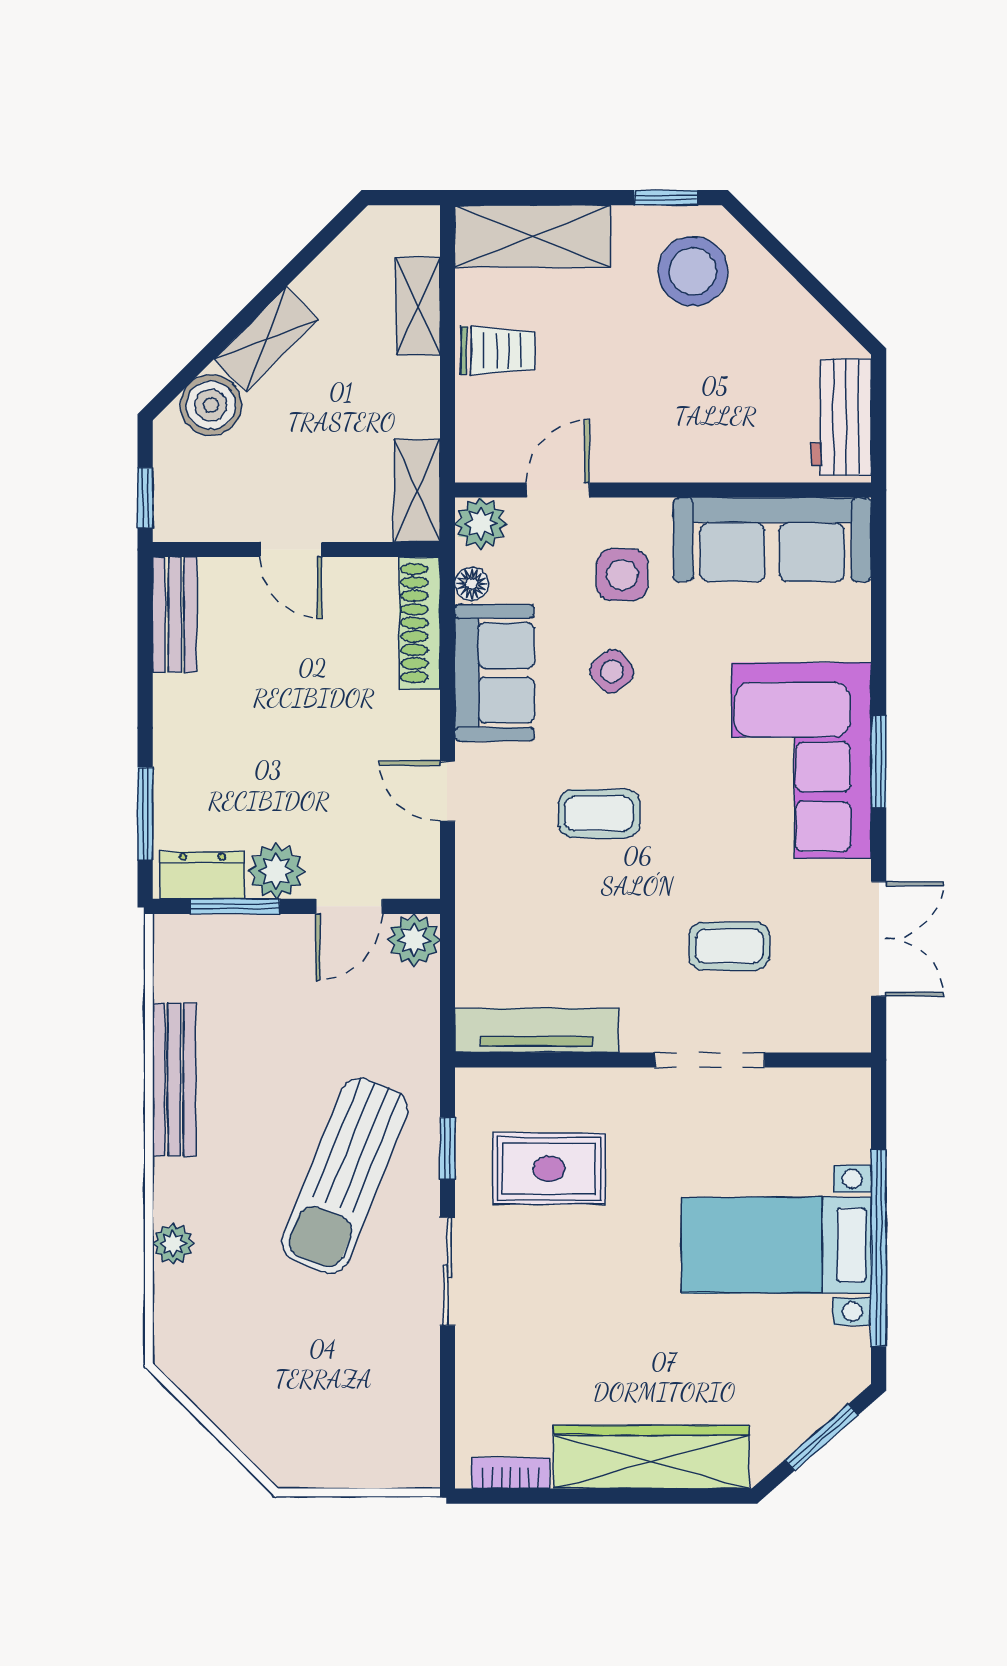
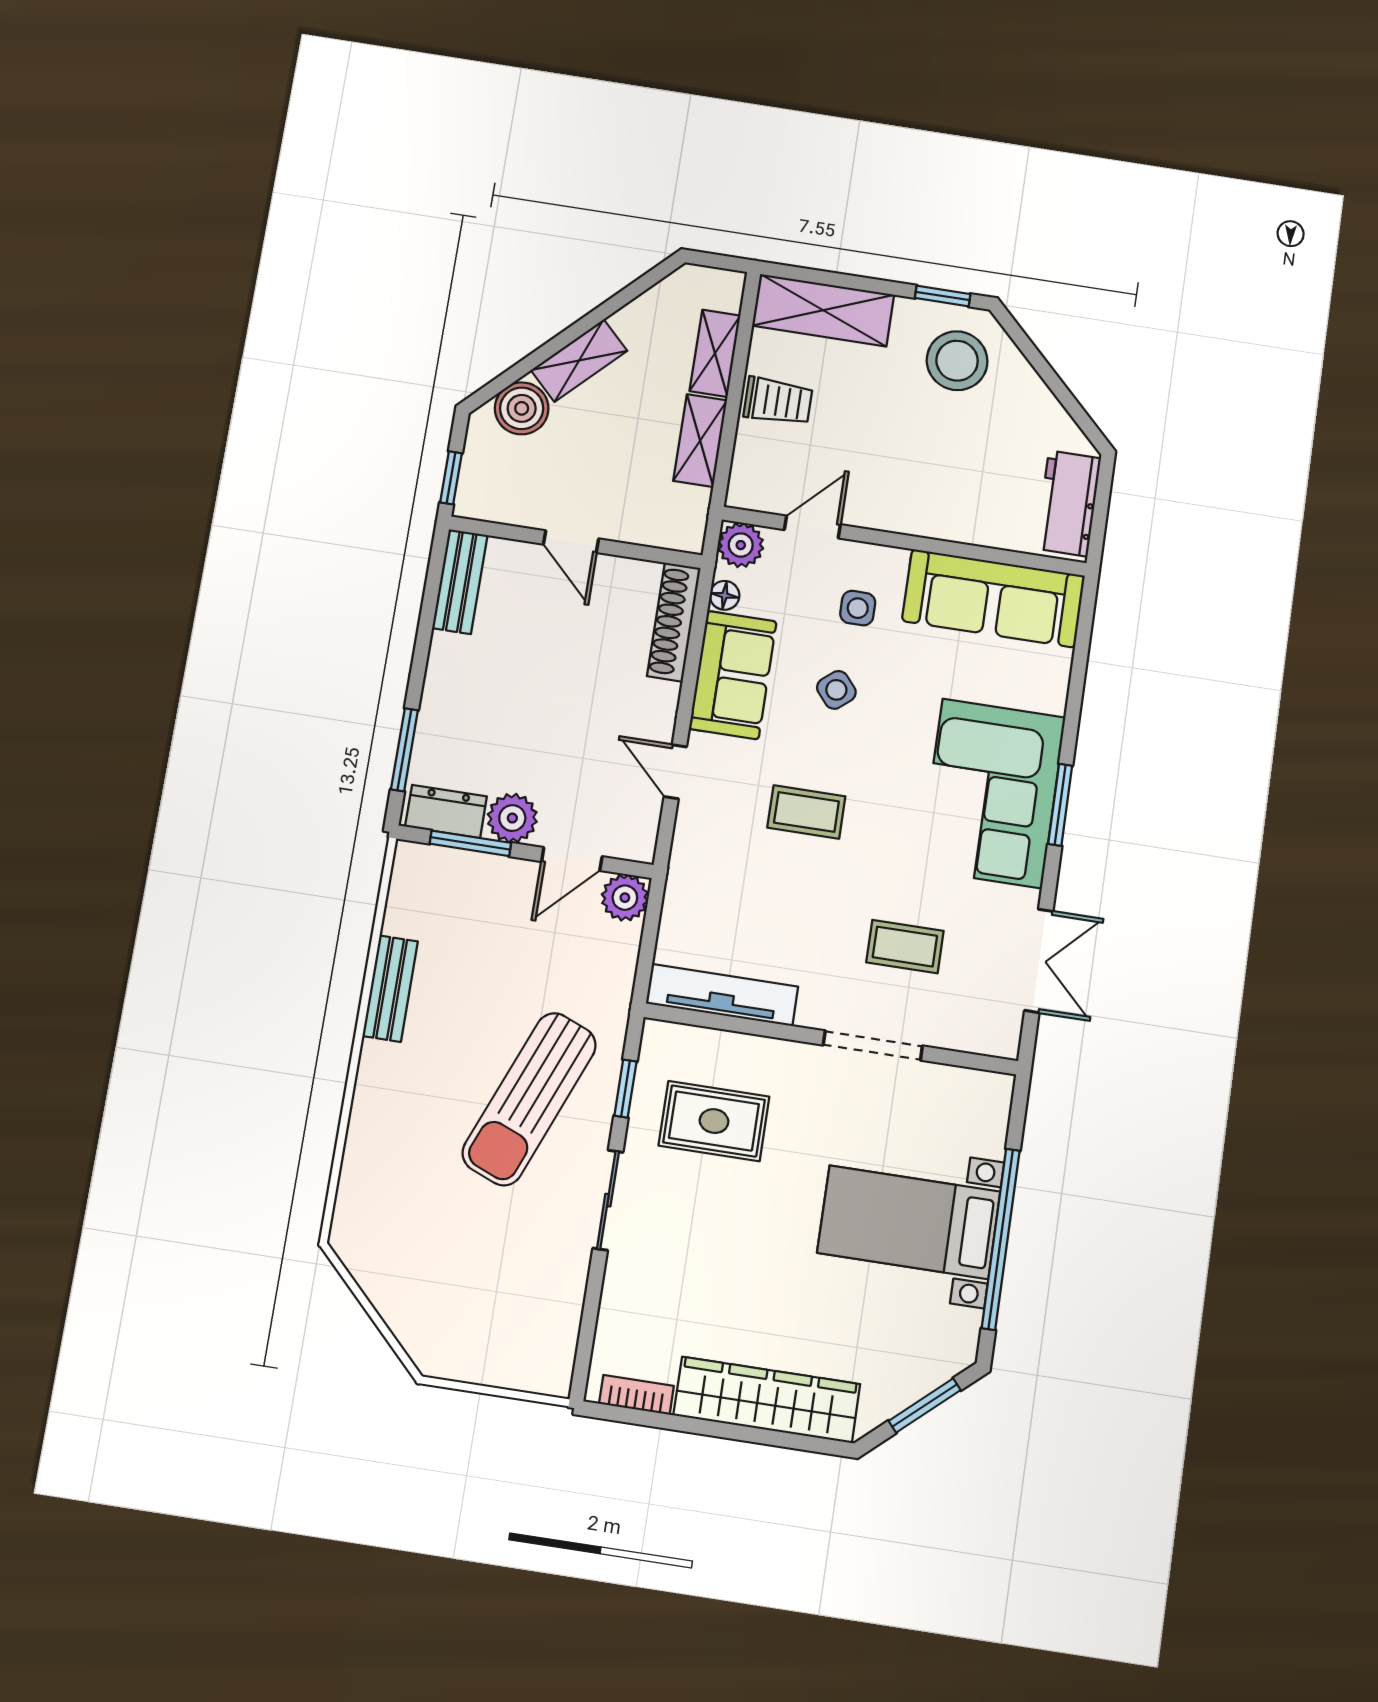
shelving: (417, 491) -> (700, 441), moved
side table: (622, 575) -> (858, 608), width x0.73, depth x0.73
bench: (174, 1079) -> (390, 989), width x0.73
plant: (173, 1244) -> (364, 1136), removed

